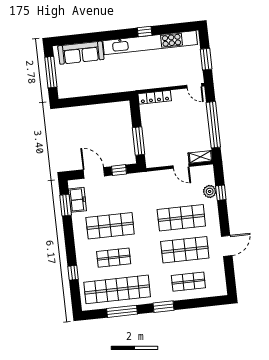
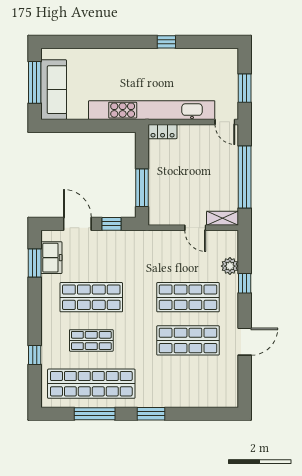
kitchen unit: (150, 43) -> (152, 110), moved, turned 180
sofa: (81, 53) -> (54, 90), moved, turned -90
locker: (155, 97) -> (163, 132), width x0.66
window: (221, 193) -> (245, 283), moved
shop shelf: (188, 282) -> (188, 384), removed

